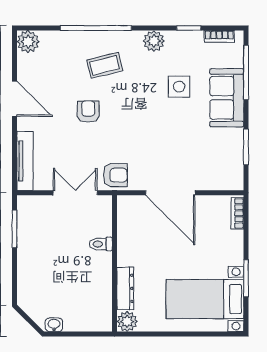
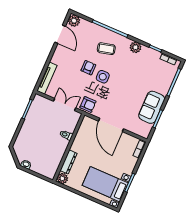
side table: (179, 87) -> (103, 77), moved
sofa: (227, 98) -> (152, 107), moved
door: (15, 99) -> (60, 34), moved

